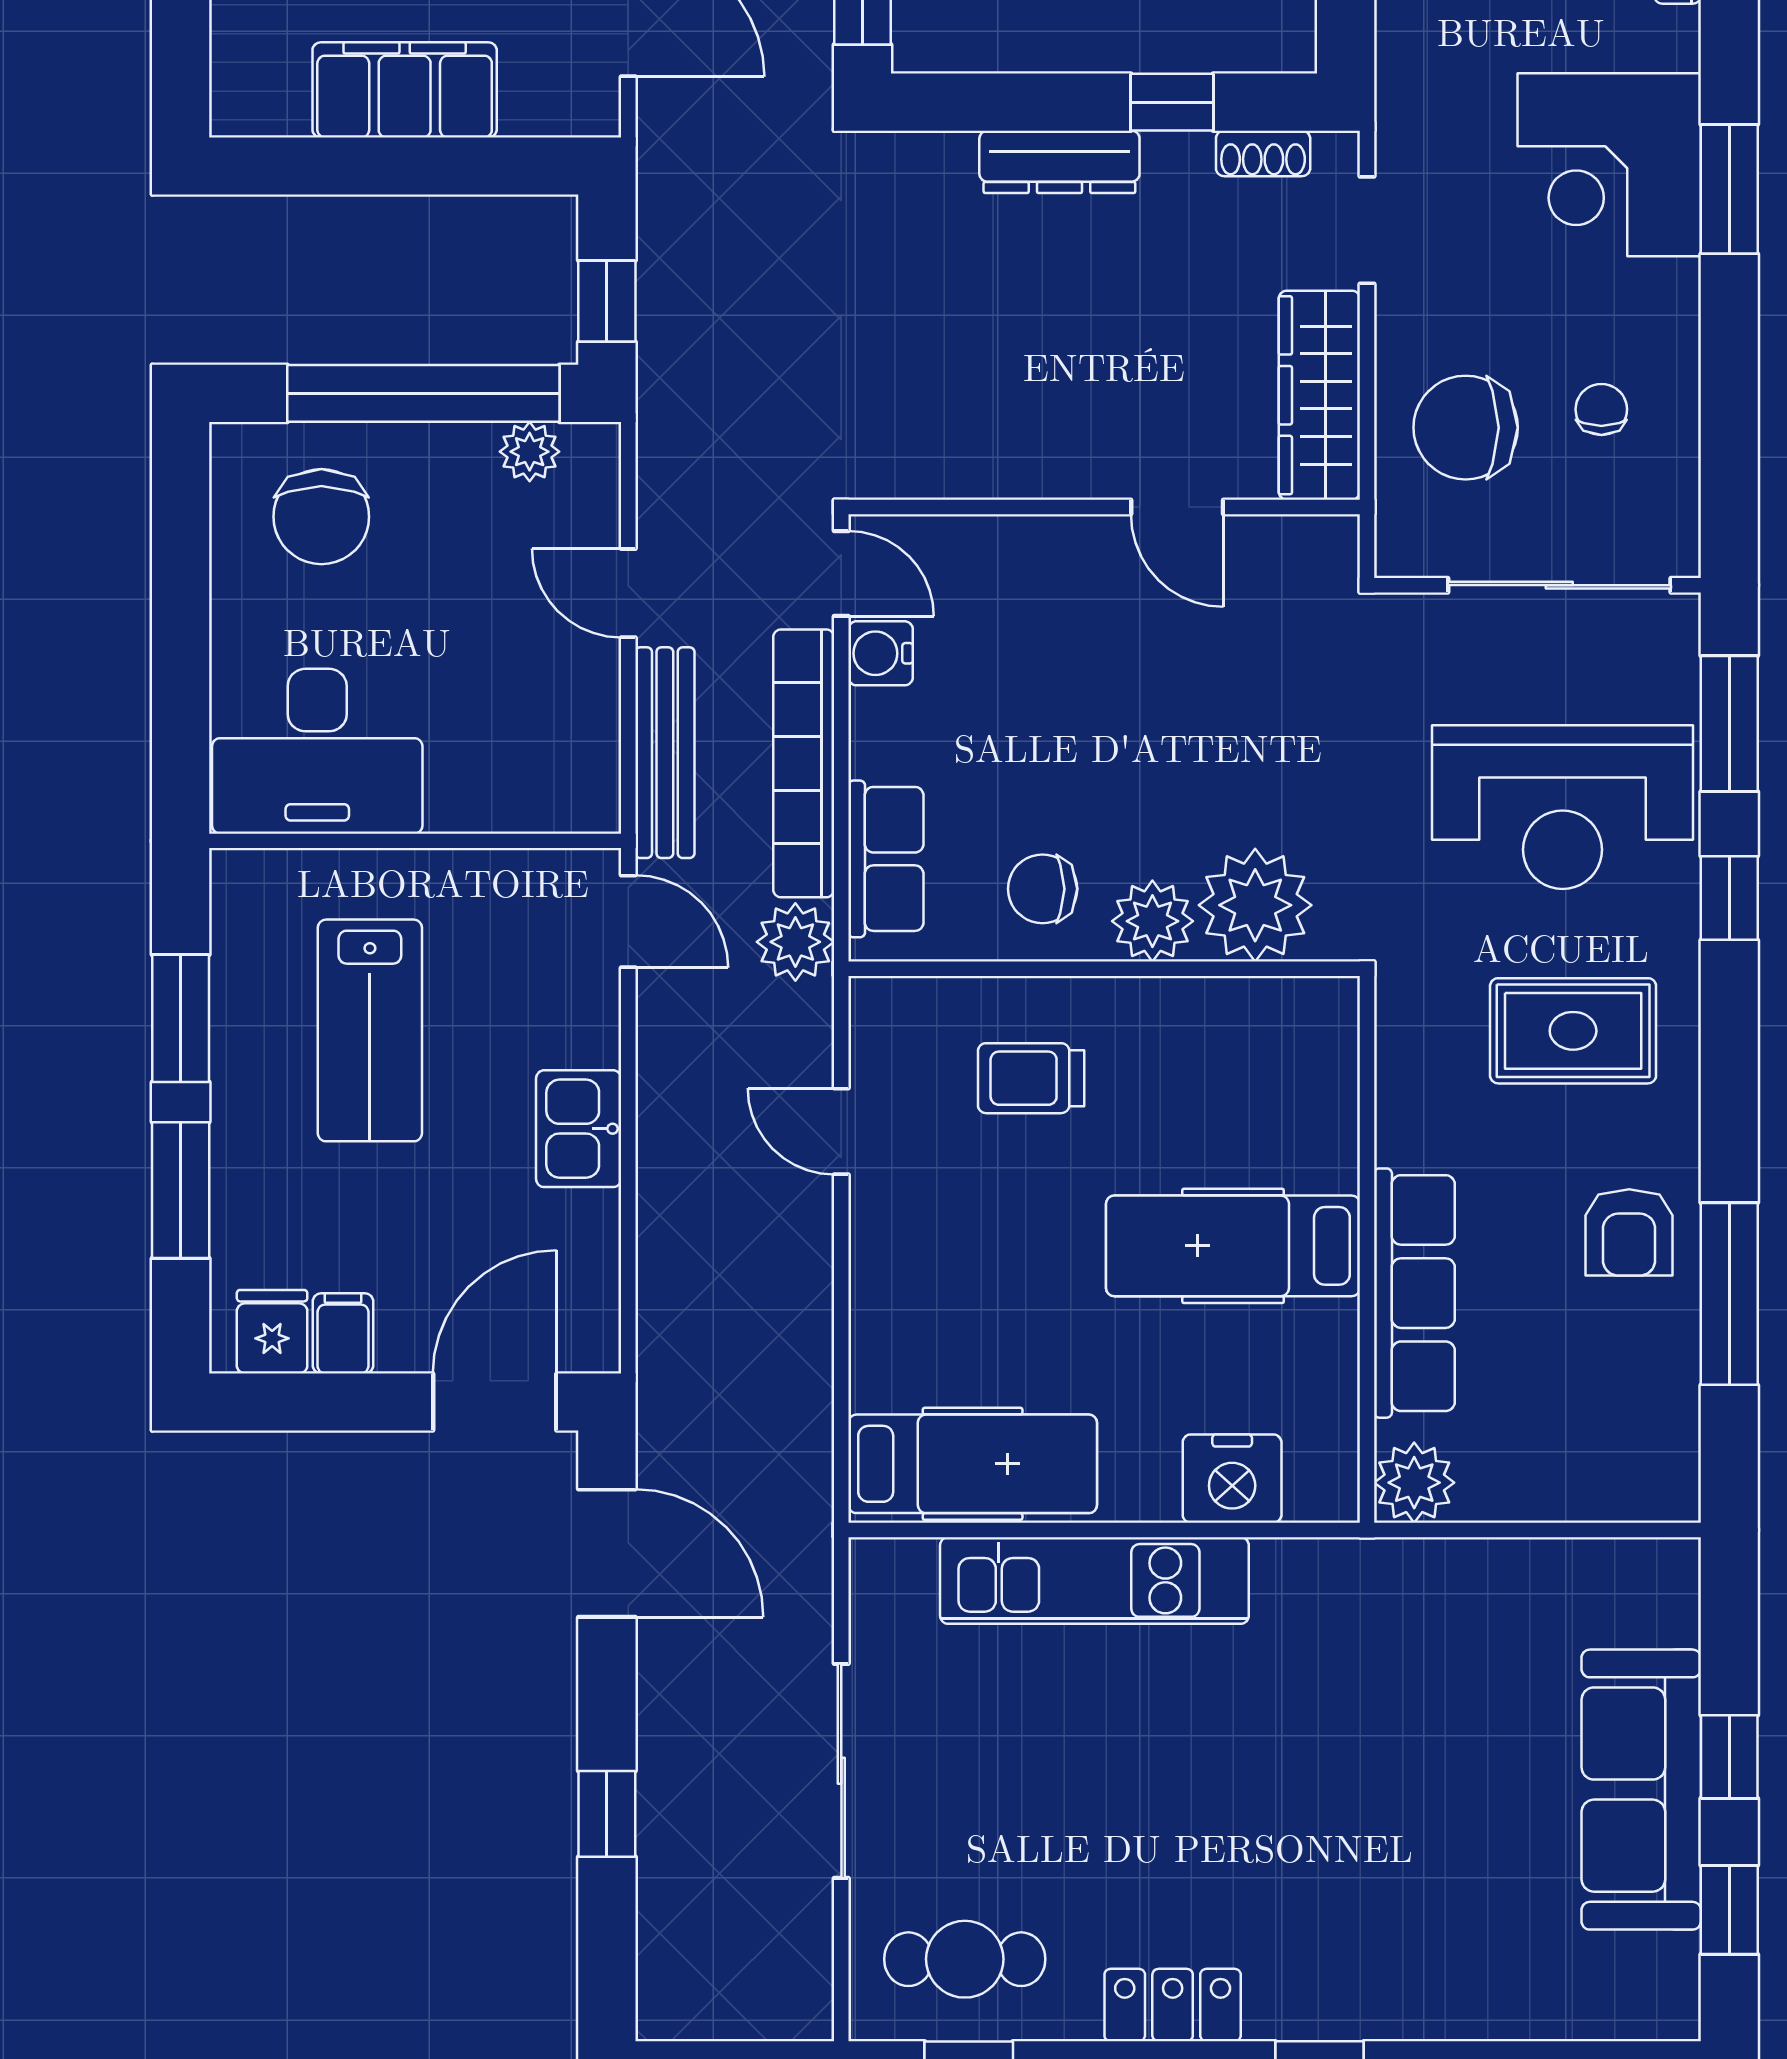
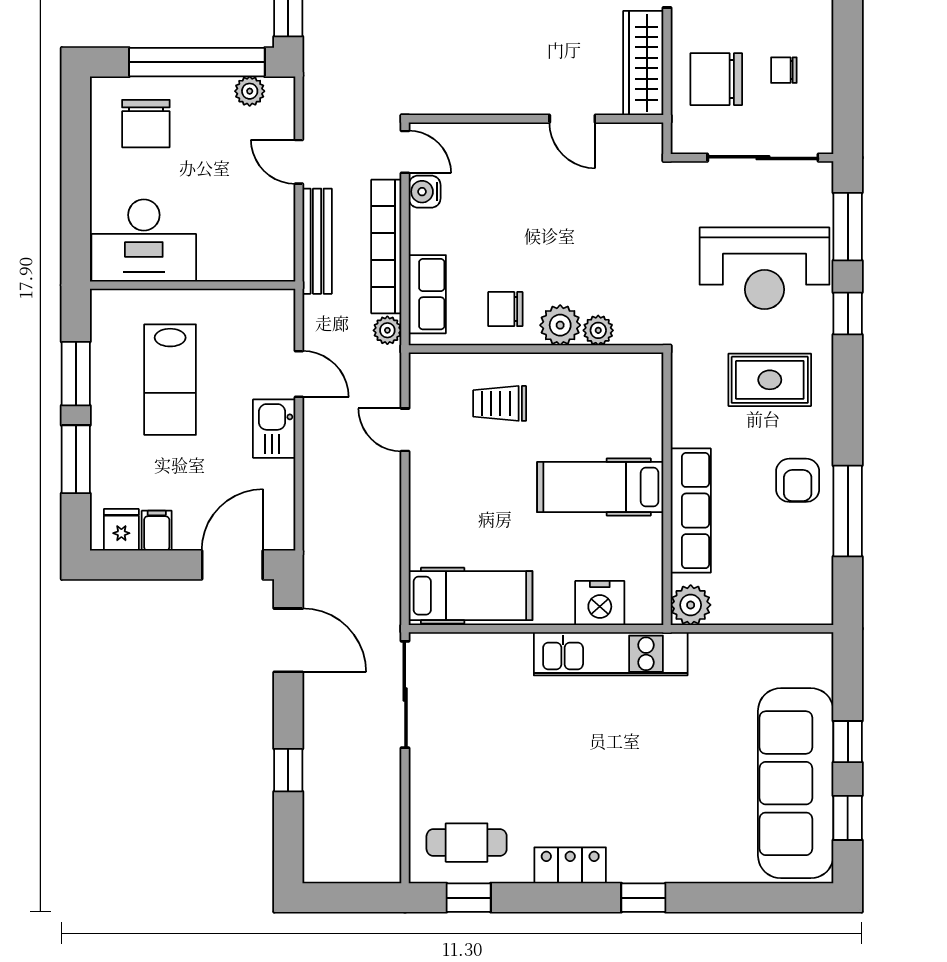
chair: (1601, 409) -> (784, 70), turned -90
plant: (1255, 905) -> (598, 330), width x0.53, depth x0.53
door: (628, 921) -> (299, 374), moved
plant: (795, 942) -> (387, 330), width x0.73, depth x0.73
kitchen unit: (1094, 1580) -> (611, 654), moved
sliding door: (841, 1771) -> (405, 694), moved
sofa: (1641, 1790) -> (796, 783), width x1.36, depth x1.27

